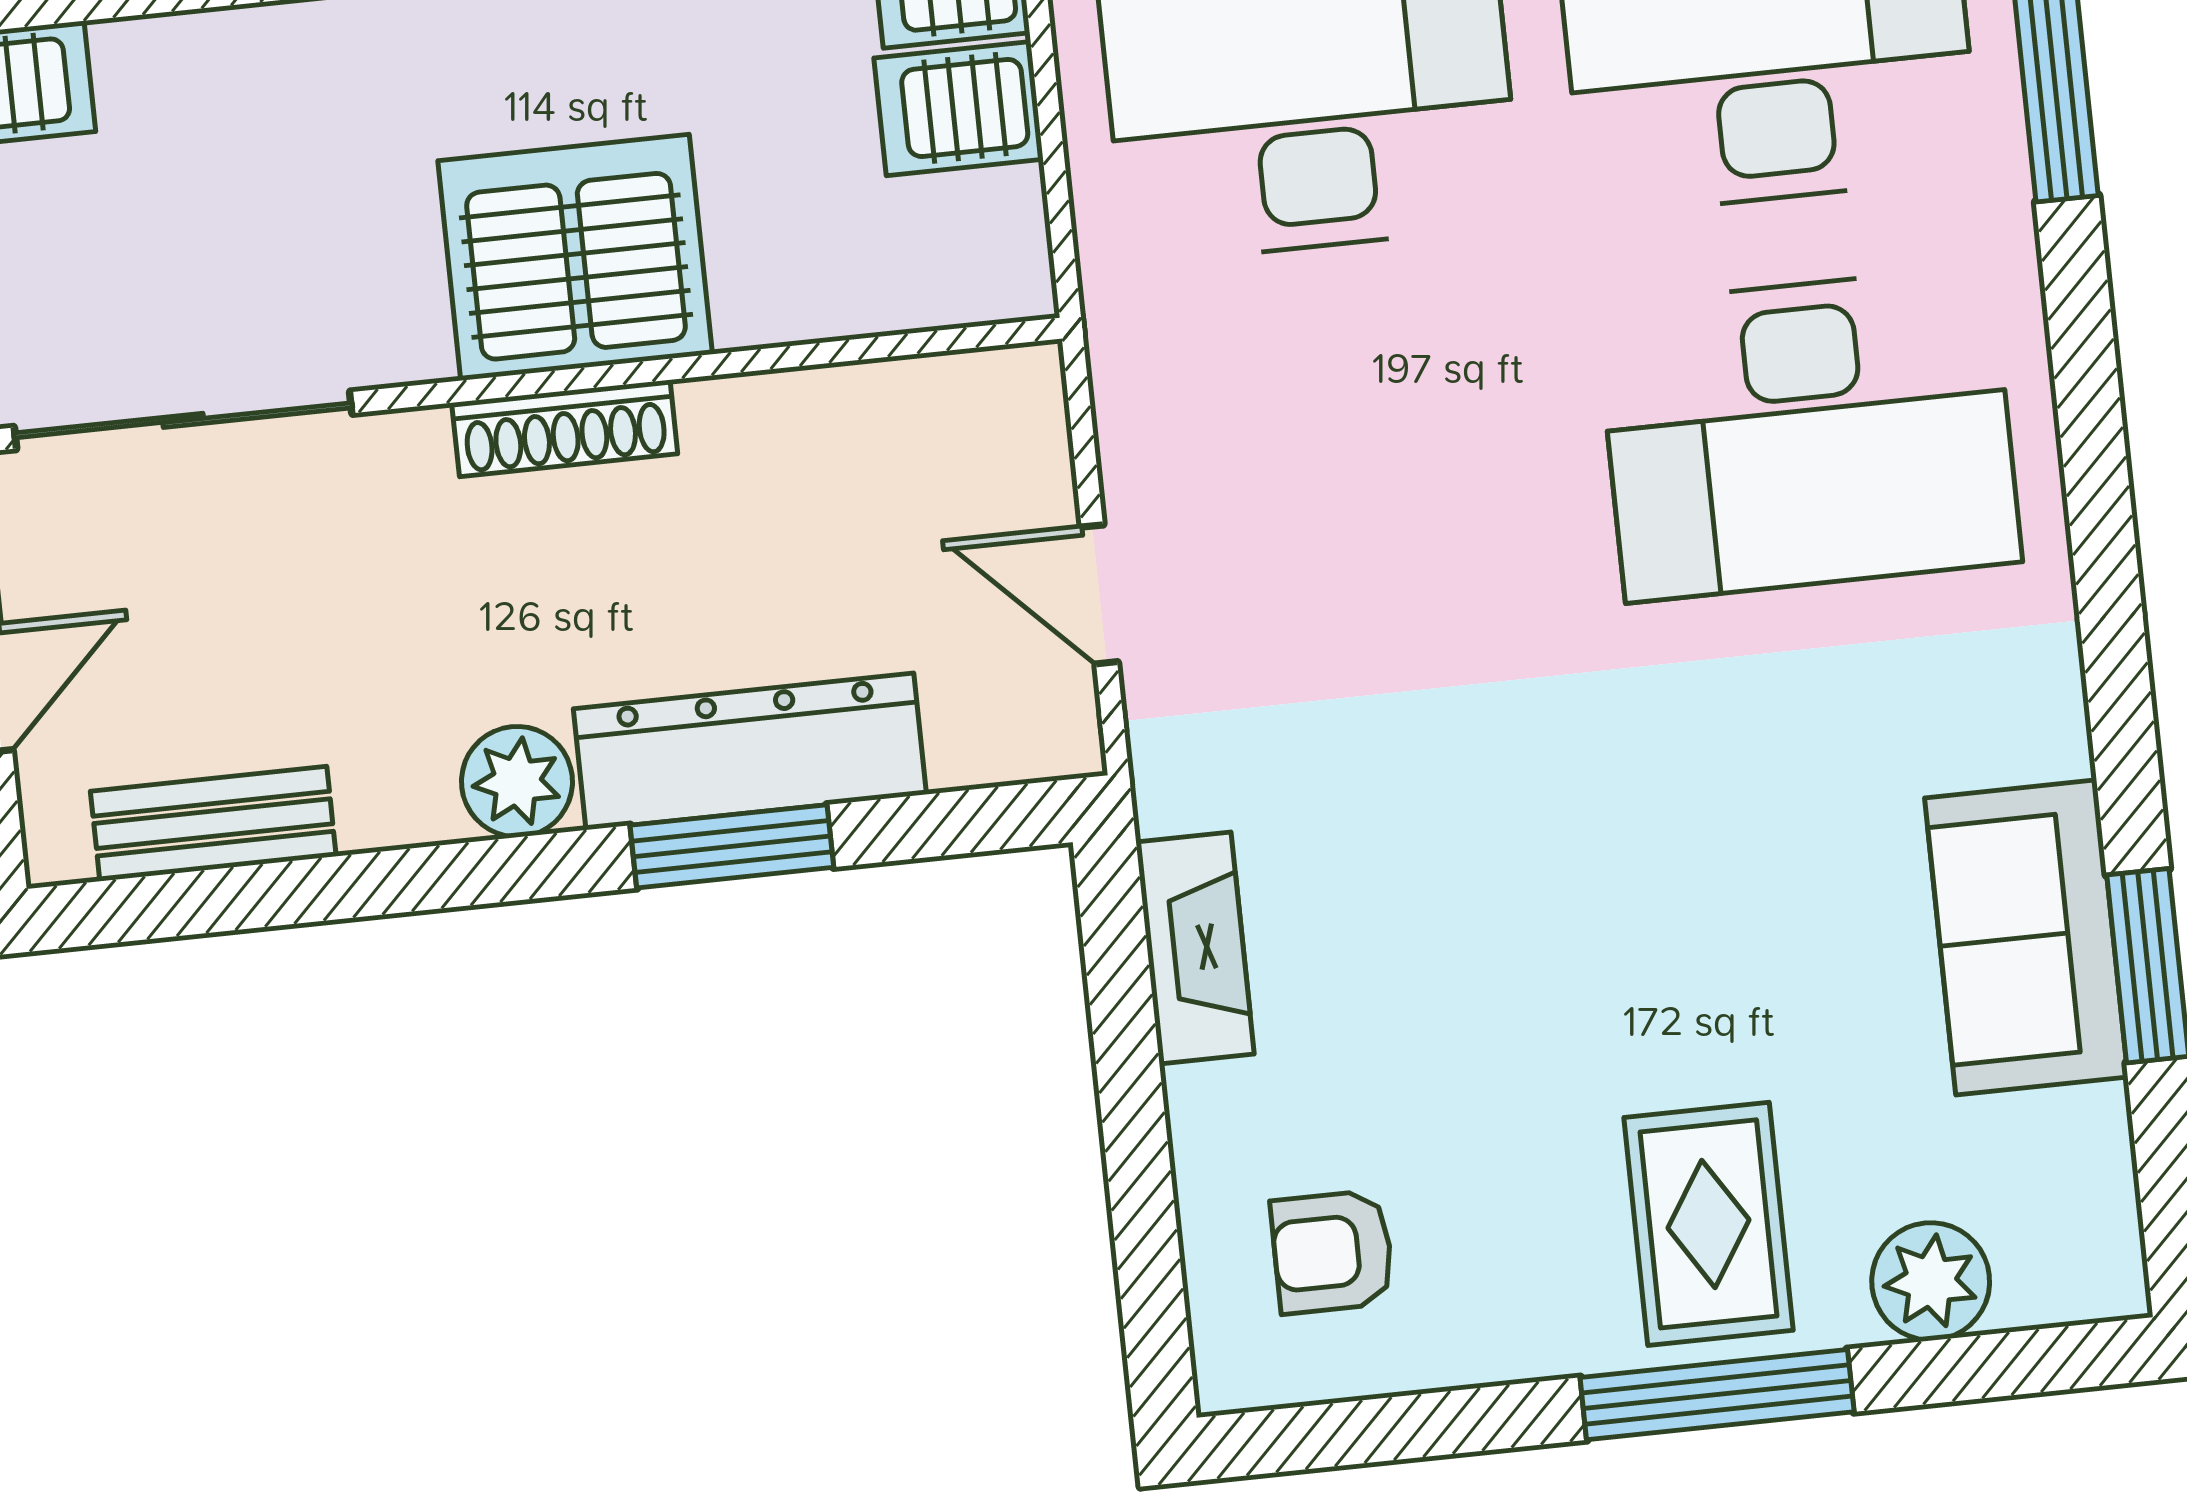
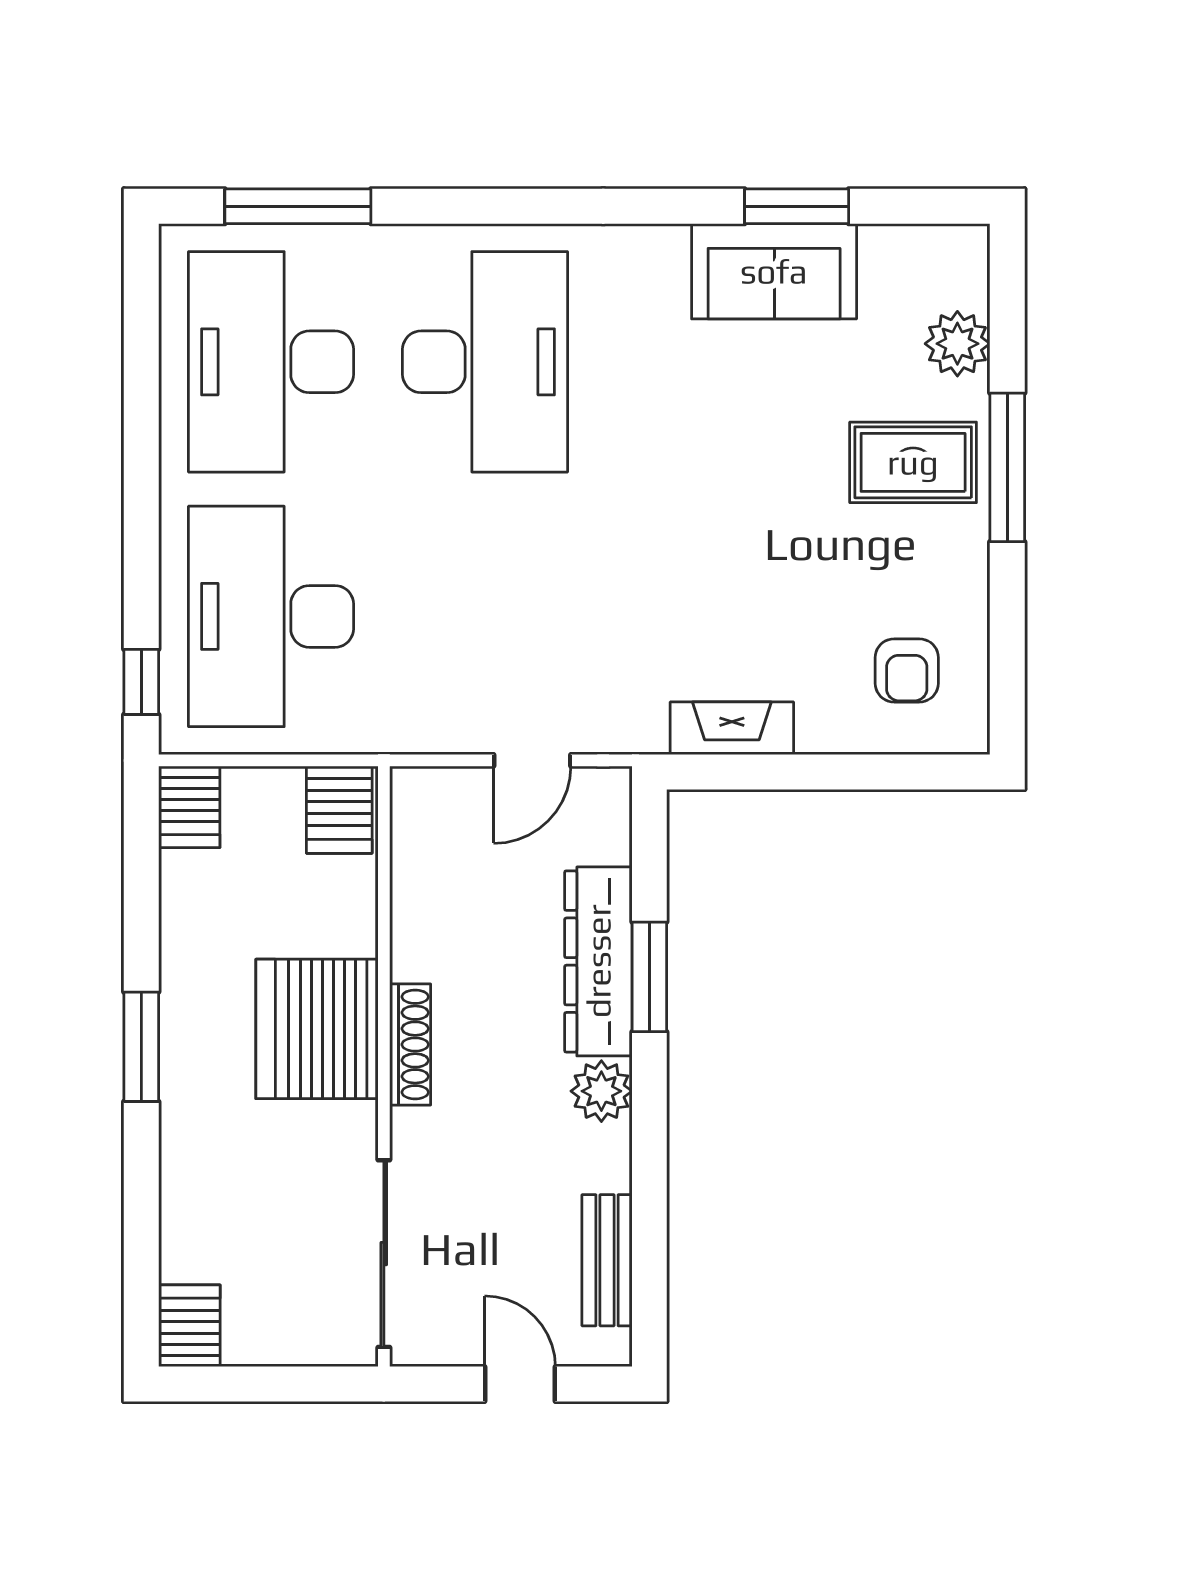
server rack: (959, 109) -> (339, 810), moved

